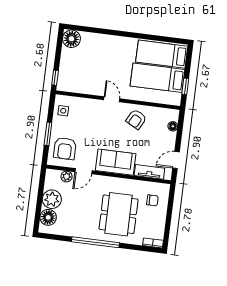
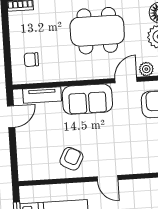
floor lamp: (173, 126) -> (23, 159), removed
dining table: (119, 214) -> (97, 31), moved, turned 90

